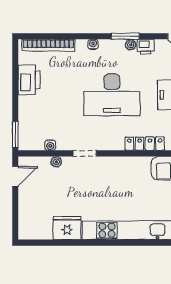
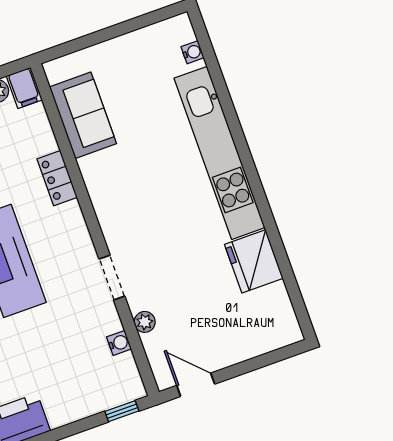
window: (15, 134) -> (122, 411), width x0.67
locker: (145, 144) -> (57, 178), width x0.66

